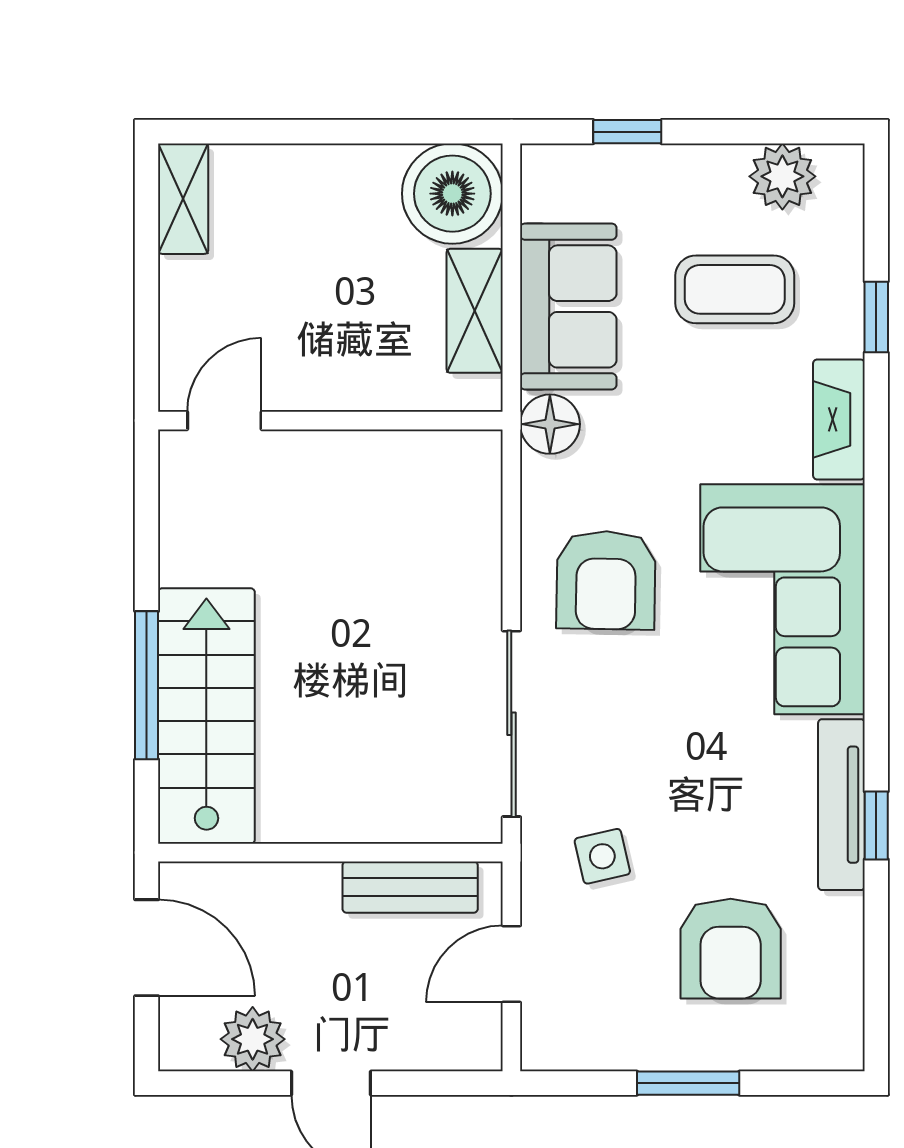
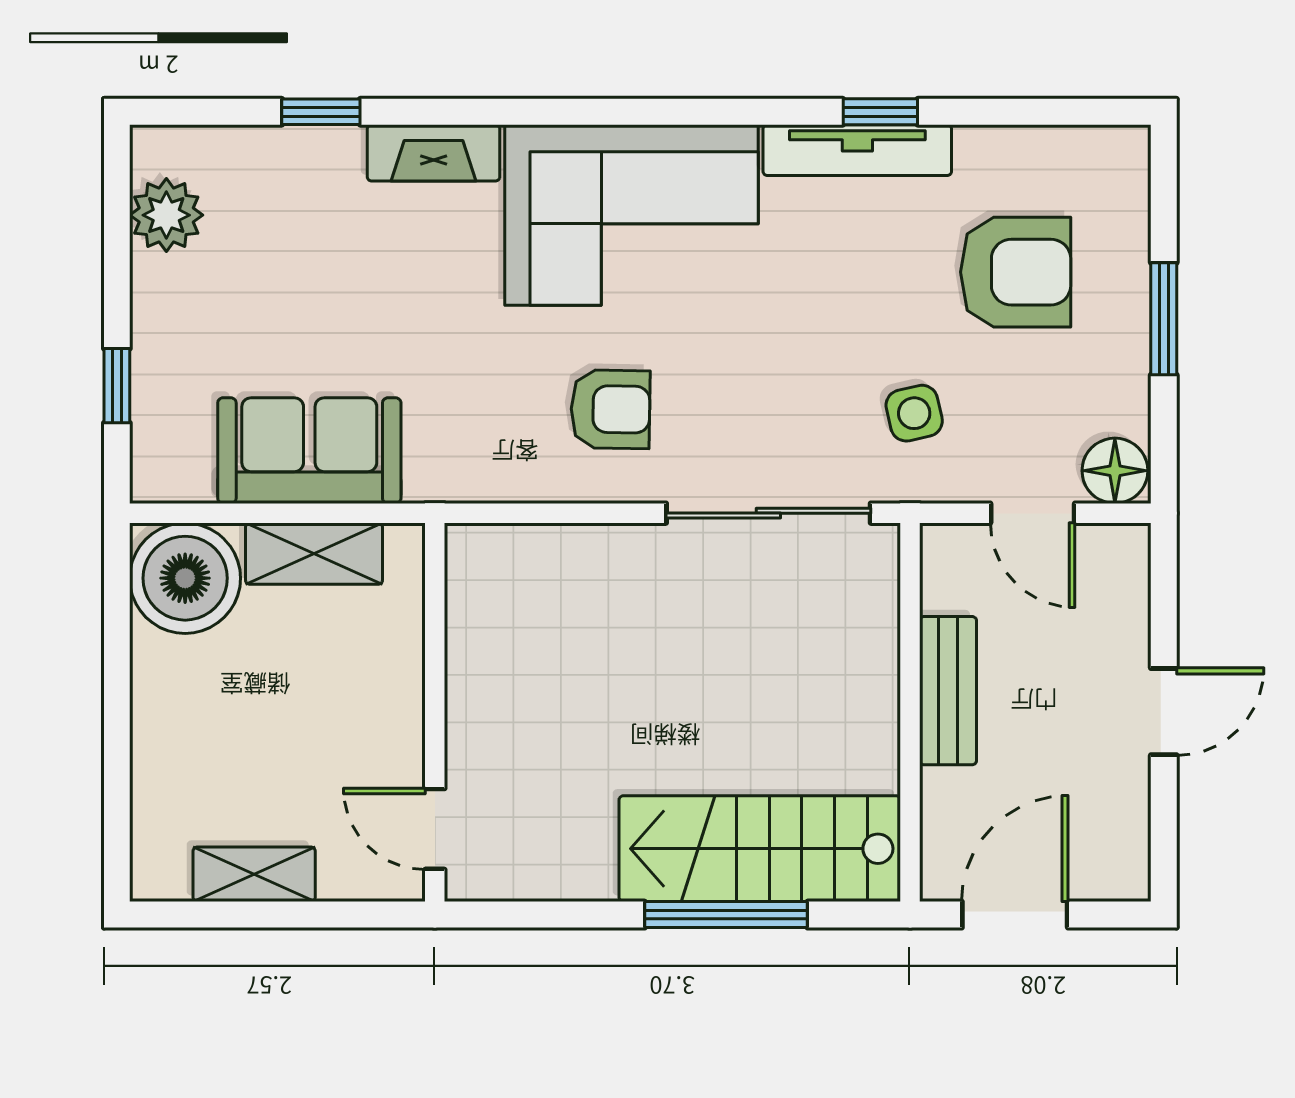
shelving: (183, 199) -> (254, 874), moved
coffee table: (735, 289) -> (290, 267), removed
floor lamp: (550, 424) -> (1115, 471), moved
armchair: (606, 580) -> (610, 409), width x0.72, depth x0.72
bench: (410, 887) -> (948, 691), moved
plant: (253, 1039) -> (1115, 798), removed

